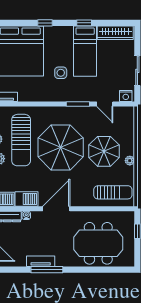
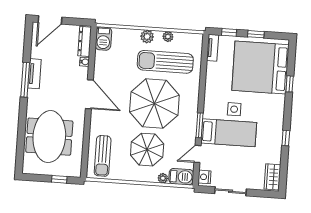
window: (45, 23) -> (290, 84), moved
wardrobe: (115, 33) -> (272, 177), width x0.67
bed: (85, 51) -> (229, 133), moved, turned 180
plant: (130, 161) -> (163, 178), moved
barbecue: (26, 199) -> (181, 177), moved, turned -90

